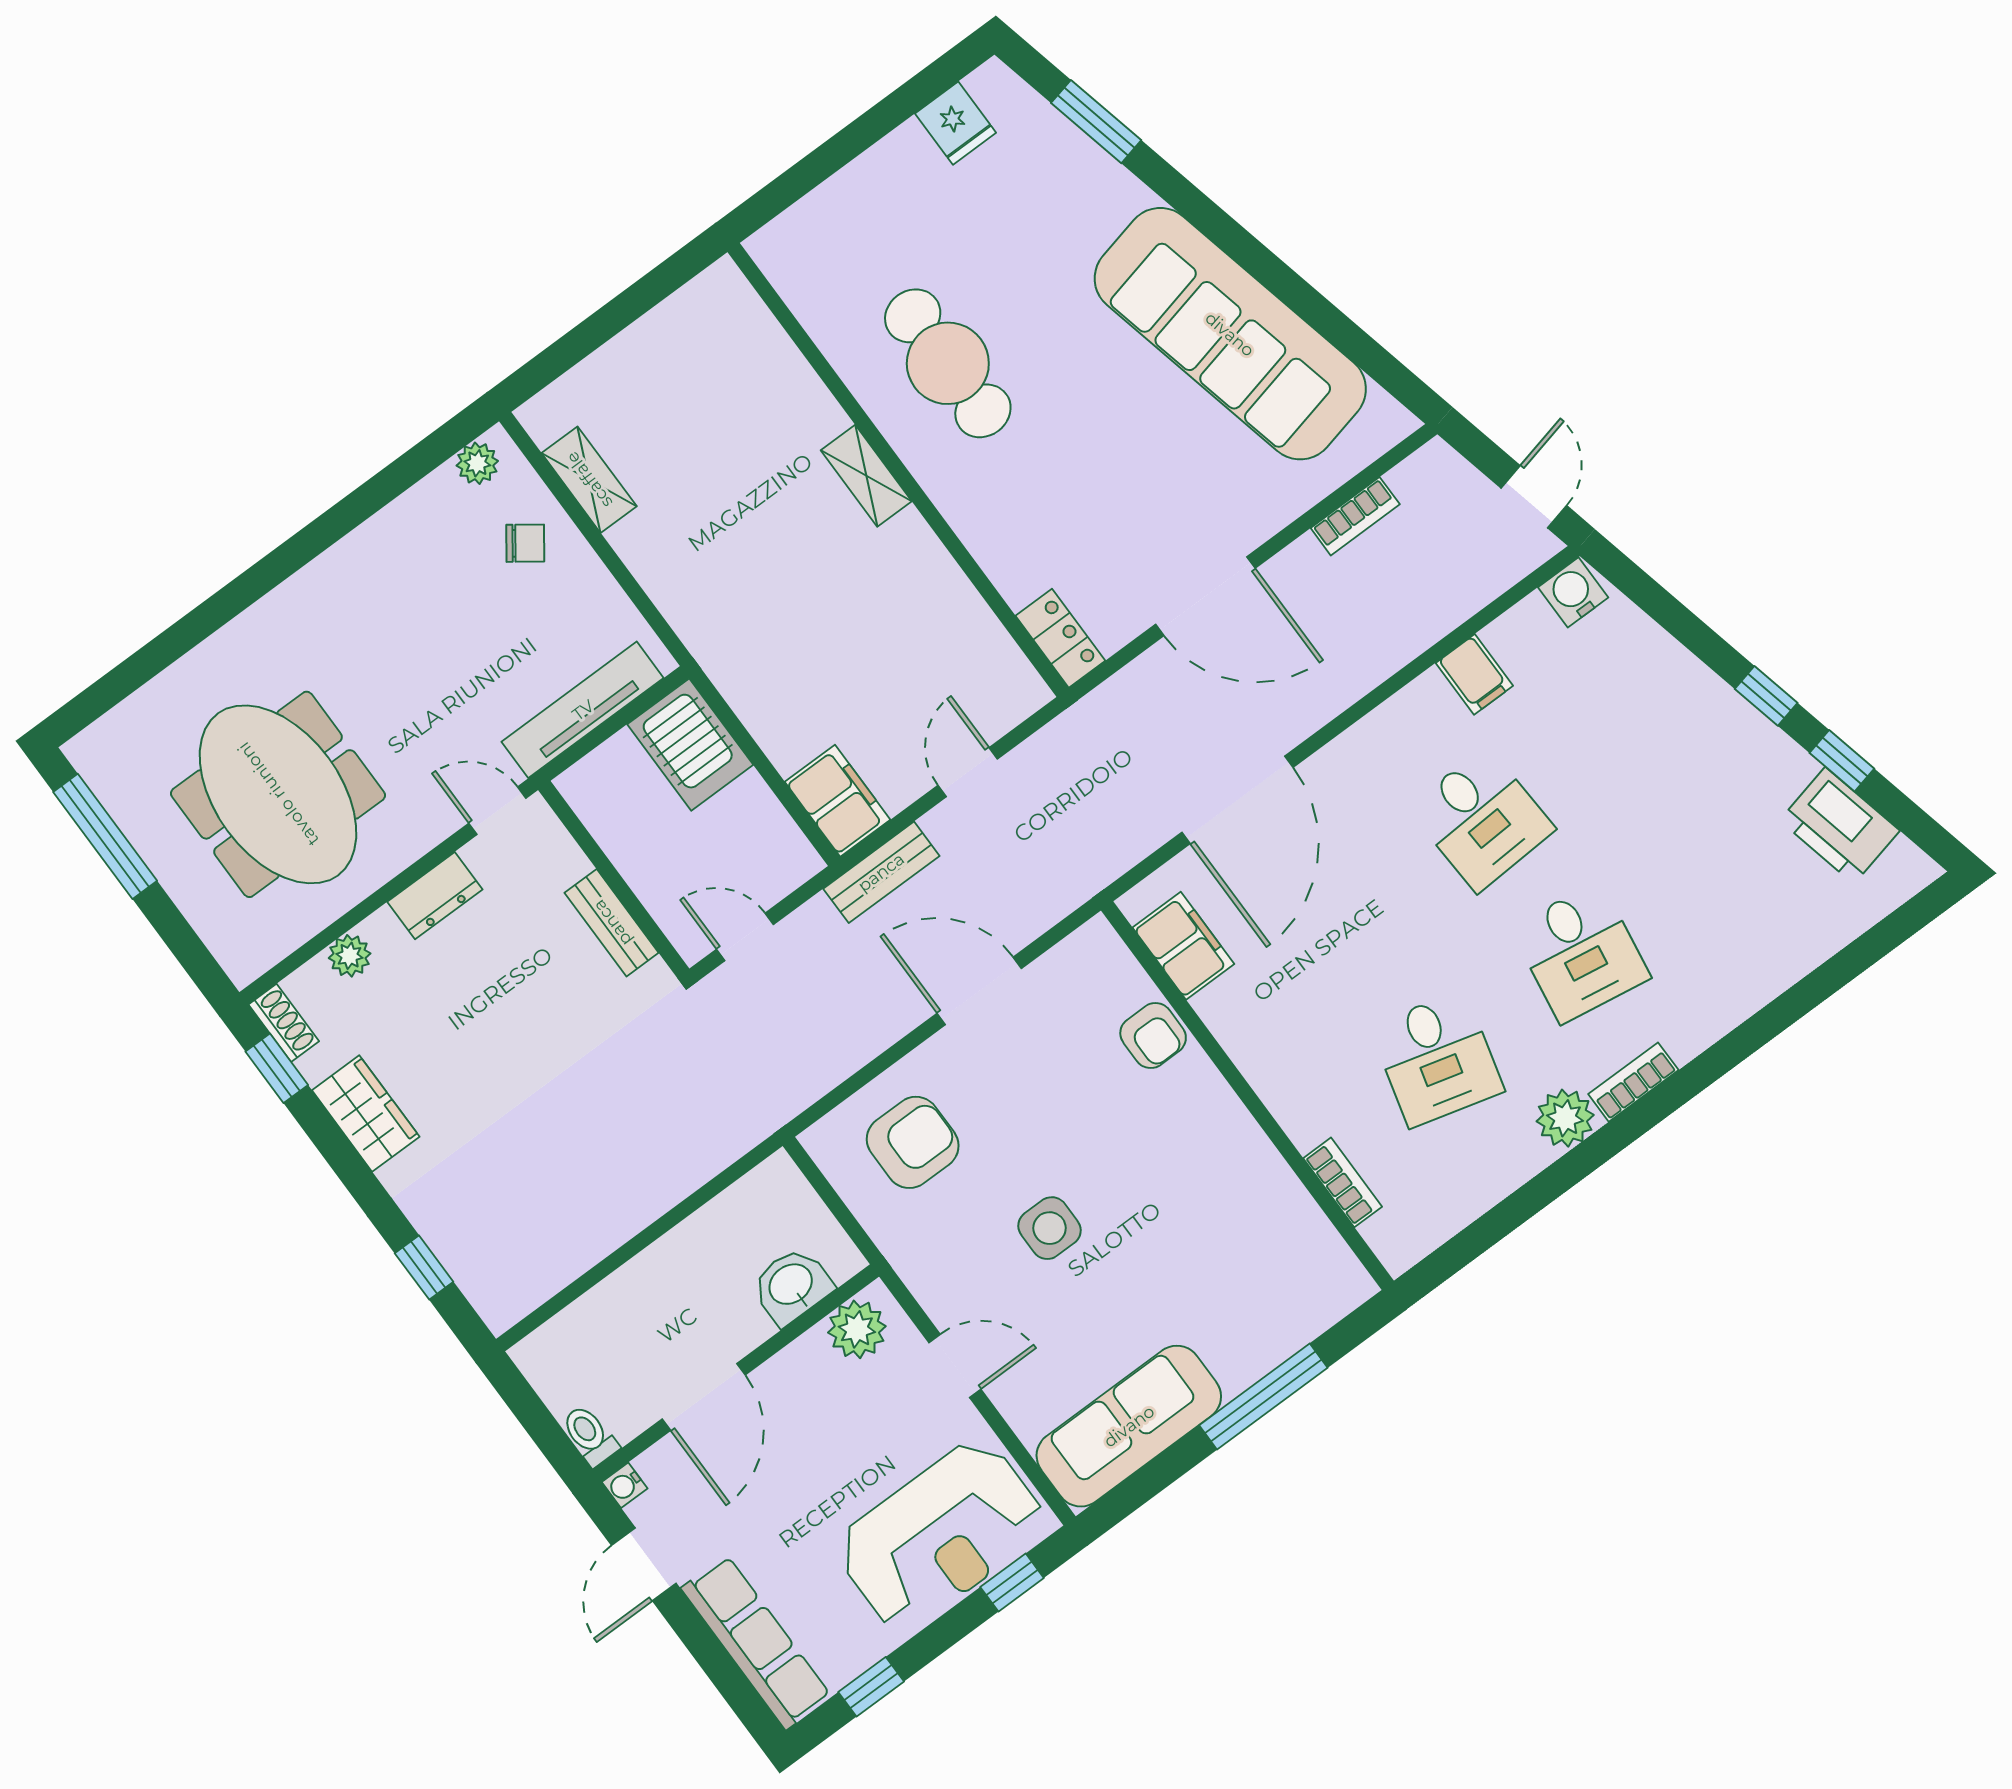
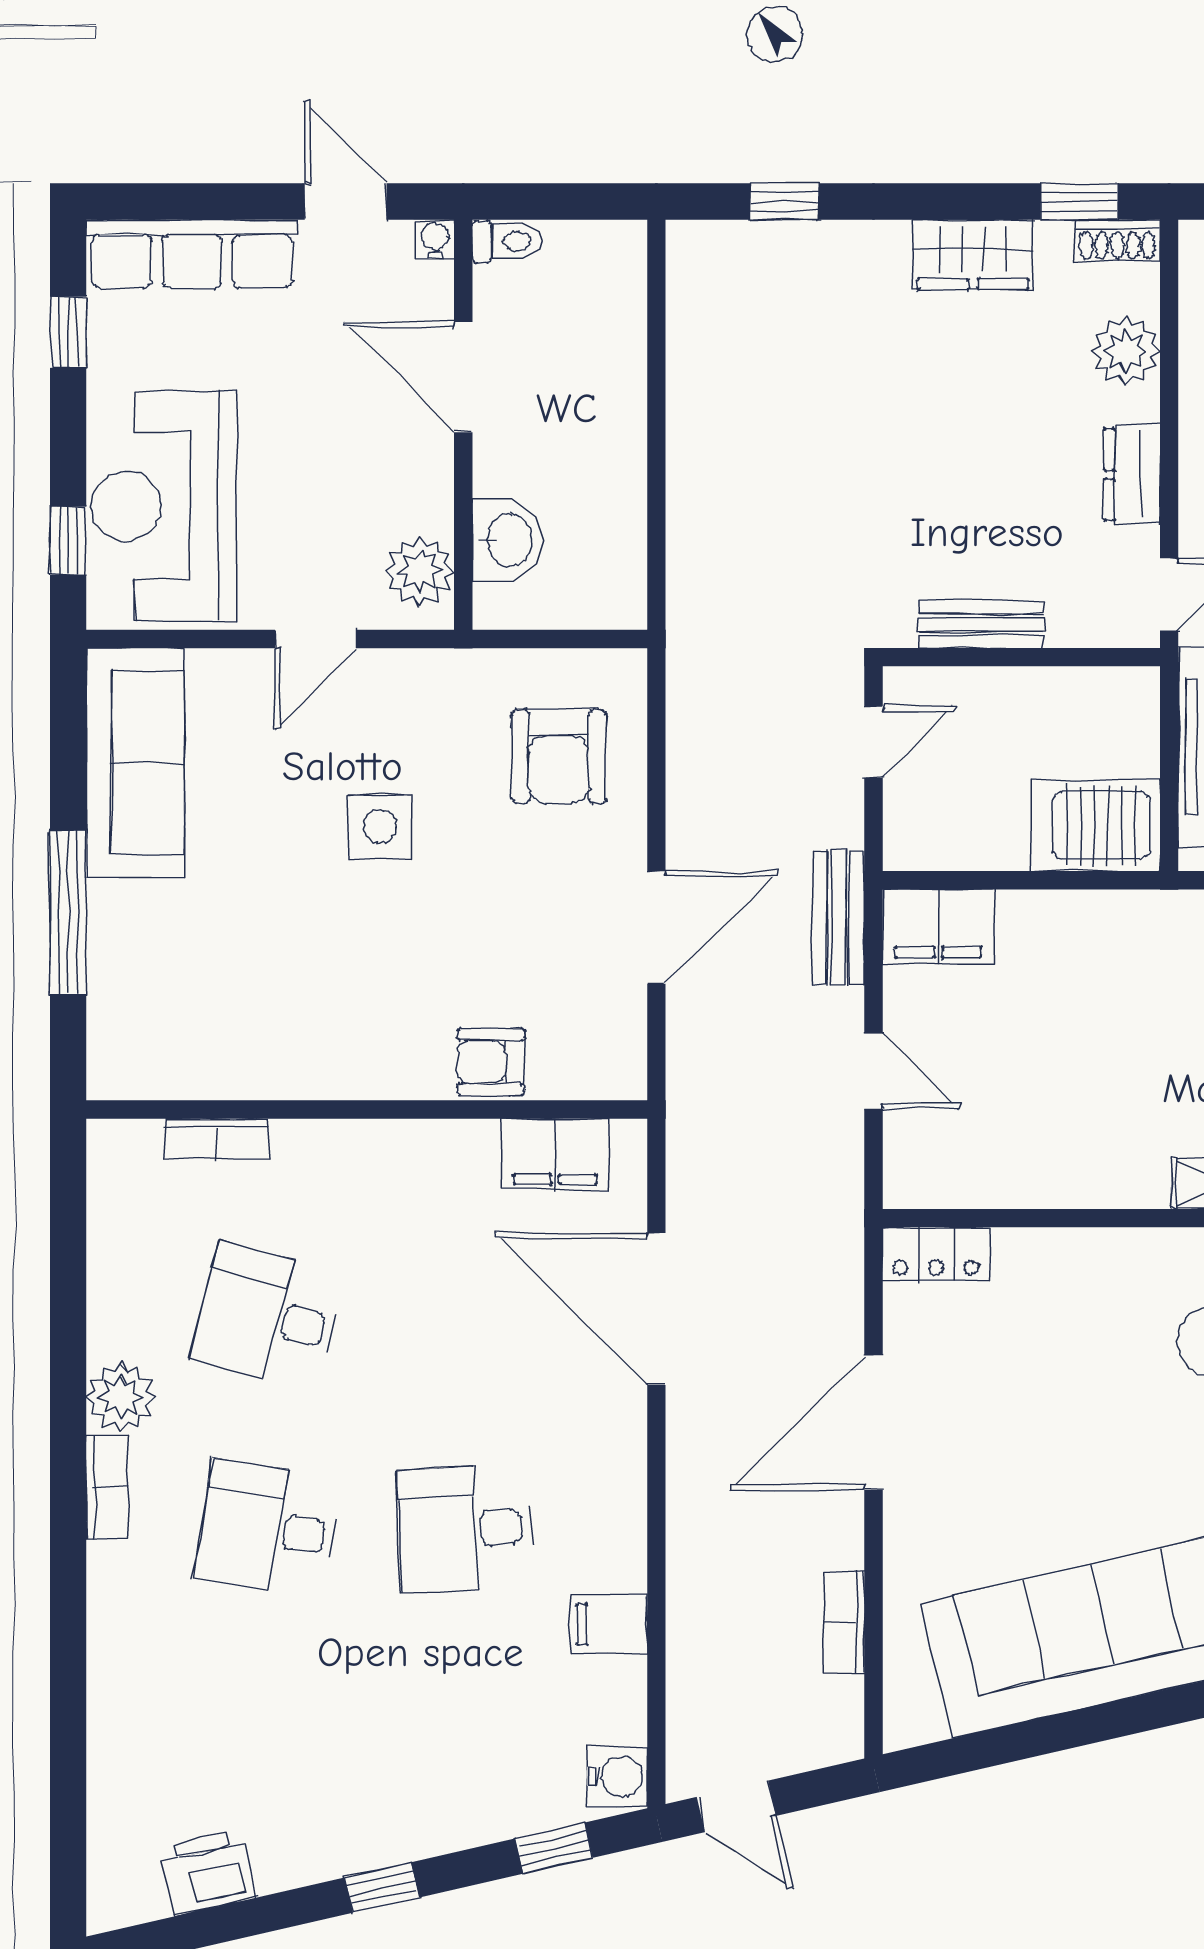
window: (1842, 761) -> (554, 1848), moved
printer: (1840, 826) -> (208, 1873), width x0.73, depth x0.84
plant: (350, 956) -> (1126, 351), width x1.38, depth x1.38

